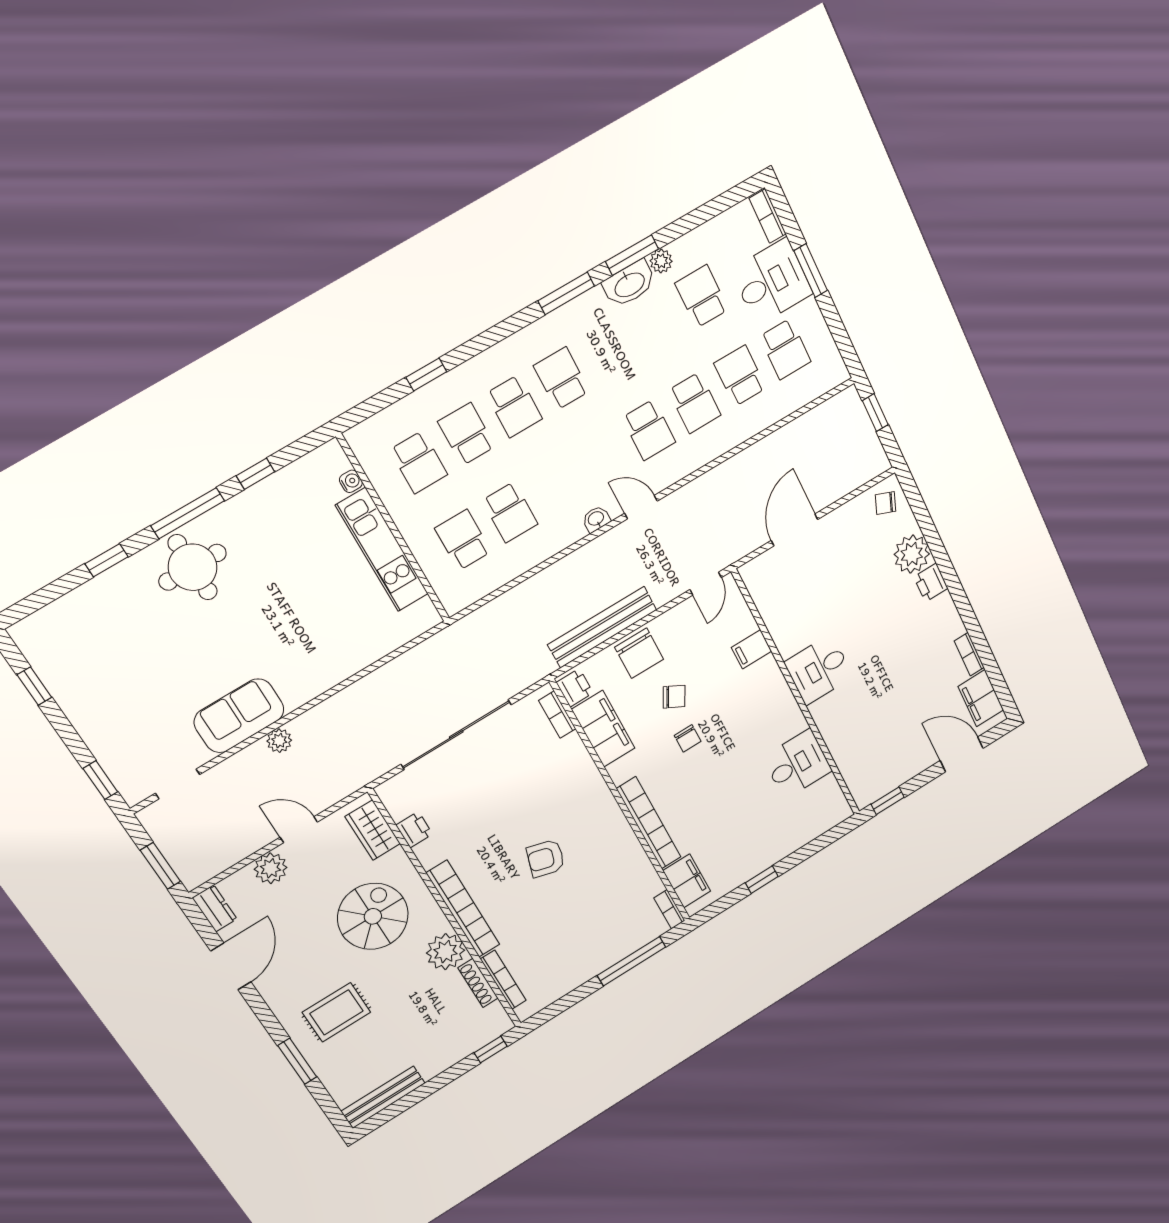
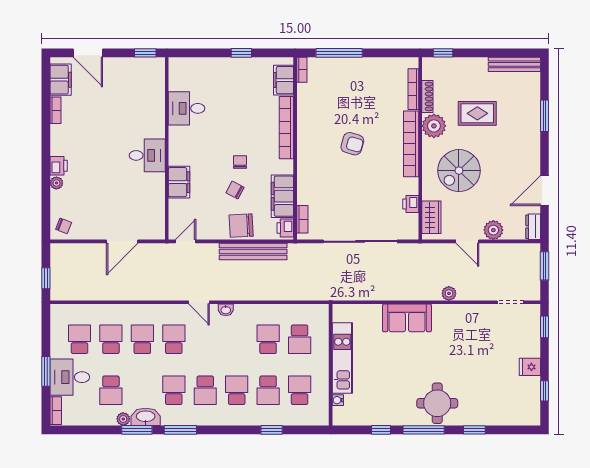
school desk: (608, 351) -> (174, 390), added
school desk: (740, 376) -> (111, 339), turned 180
plant: (912, 554) -> (56, 183), width x0.53, depth x0.53
filing cabinet: (752, 649) -> (179, 182), width x2.00
chair: (639, 653) -> (241, 226), turned -93
fridge: (83, 708) -> (530, 367), added
sofa: (239, 716) -> (407, 318), moved
rug: (336, 1012) -> (477, 113), moved

